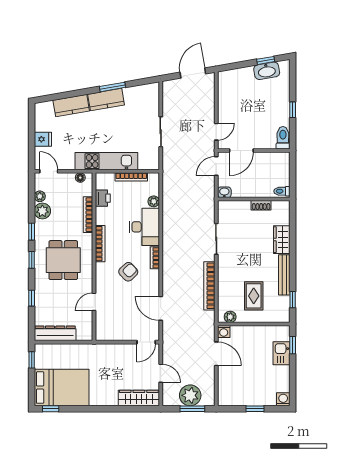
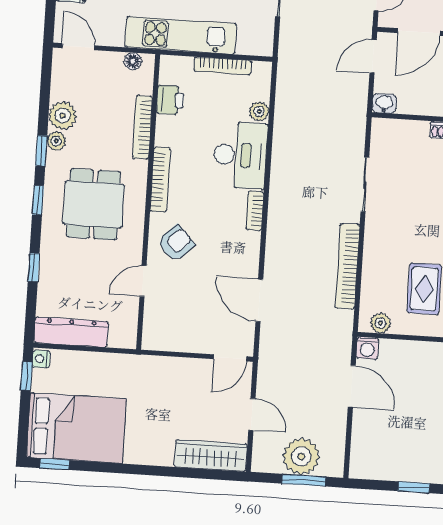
plant: (40, 196) -> (56, 141), moved
armchair: (128, 272) -> (176, 243), moved
nightstand: (39, 350) -> (41, 359), added

